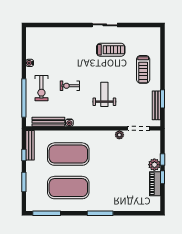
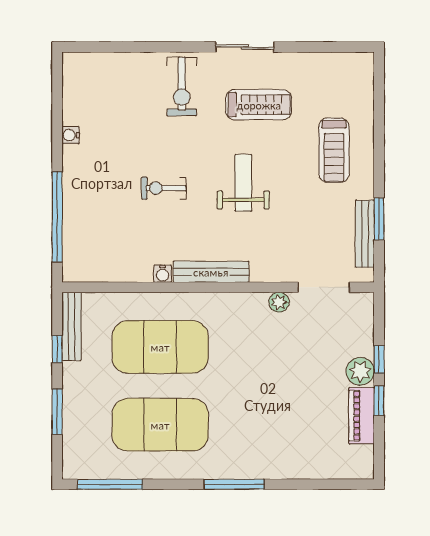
exercise bike: (41, 88) -> (182, 87), moved
weight bench: (104, 94) -> (243, 183), moved
bench: (48, 122) -> (211, 272), moved

